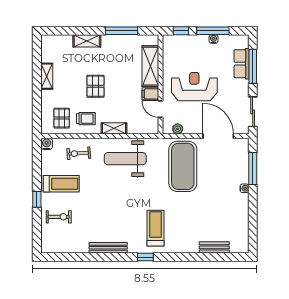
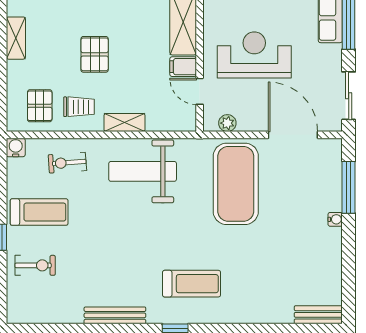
treadmill: (155, 228) -> (192, 284), turned 90
bench: (214, 247) -> (318, 315), moved

